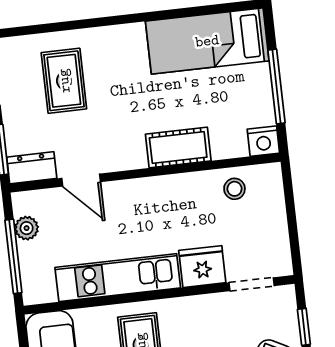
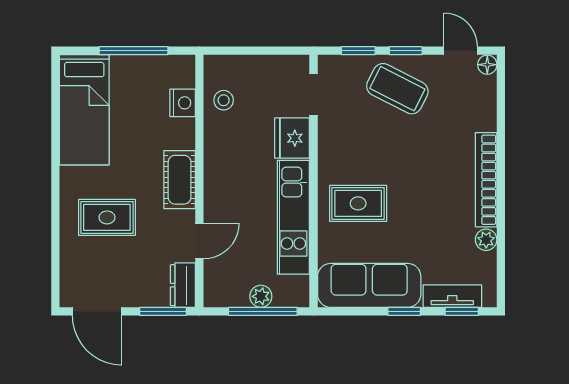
rug: (64, 81) -> (107, 217), moved
nightstand: (263, 141) -> (183, 103), moved
cot: (178, 147) -> (180, 180), moved
plant: (27, 228) -> (261, 296), moved

